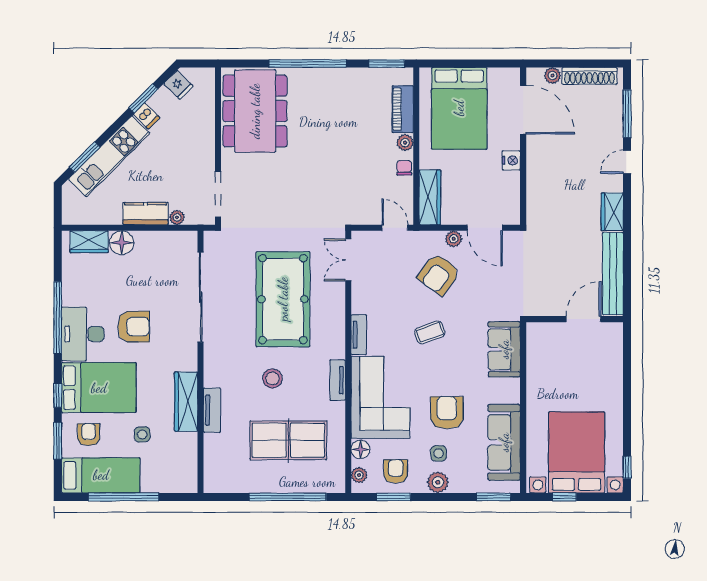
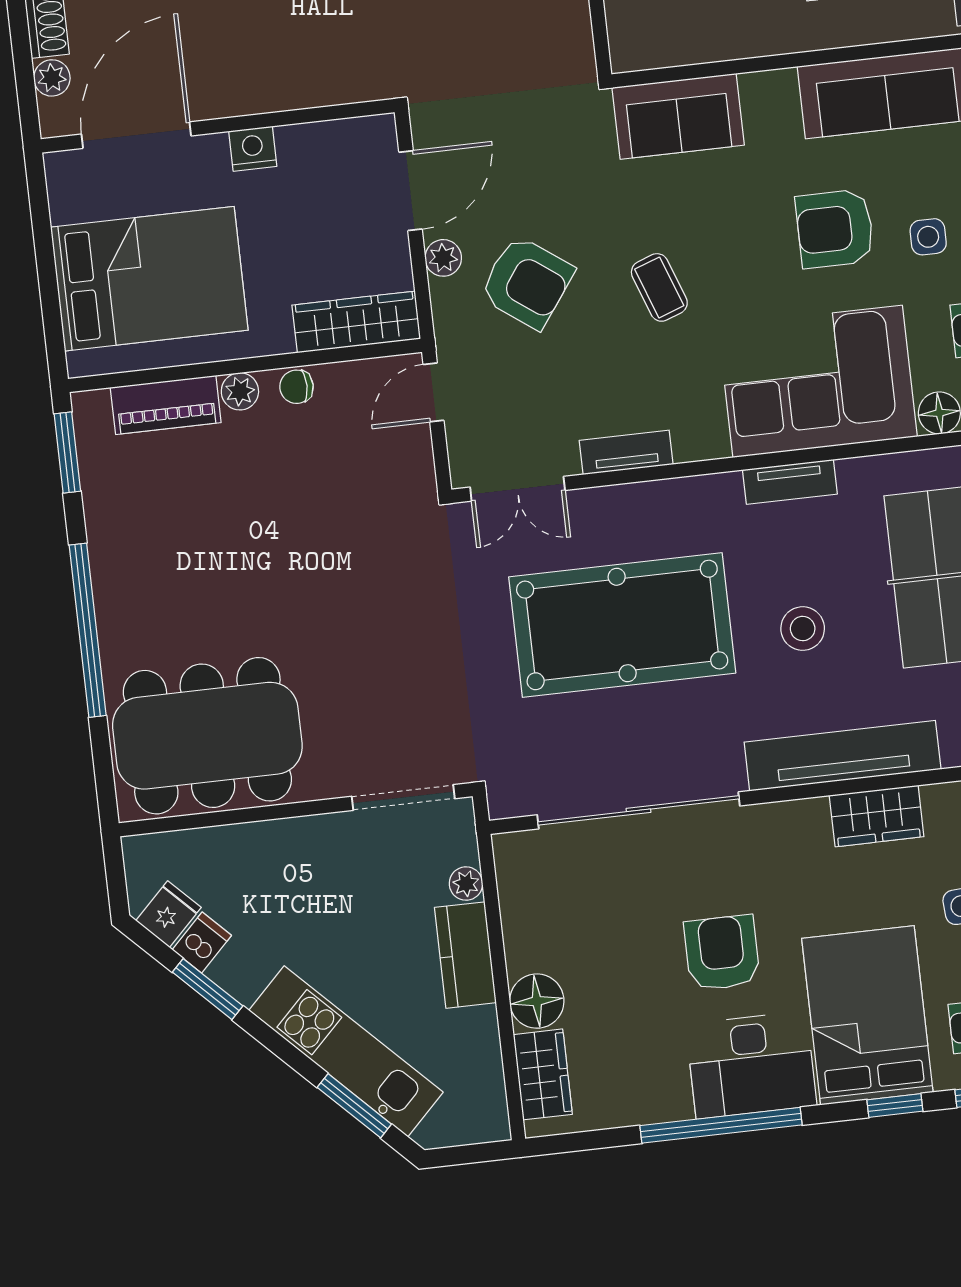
dishwasher: (147, 116) -> (202, 942), moved
tv unit: (359, 335) -> (626, 452), moved
wardrobe: (186, 402) -> (877, 816), width x0.67
tv unit: (212, 410) -> (843, 756), width x1.92, depth x1.29

